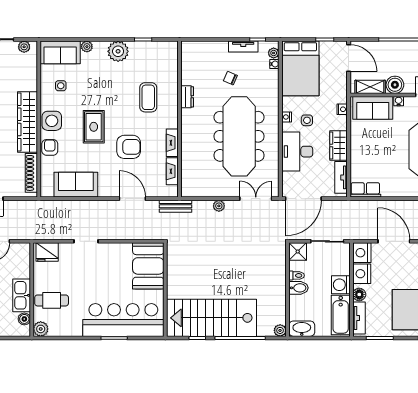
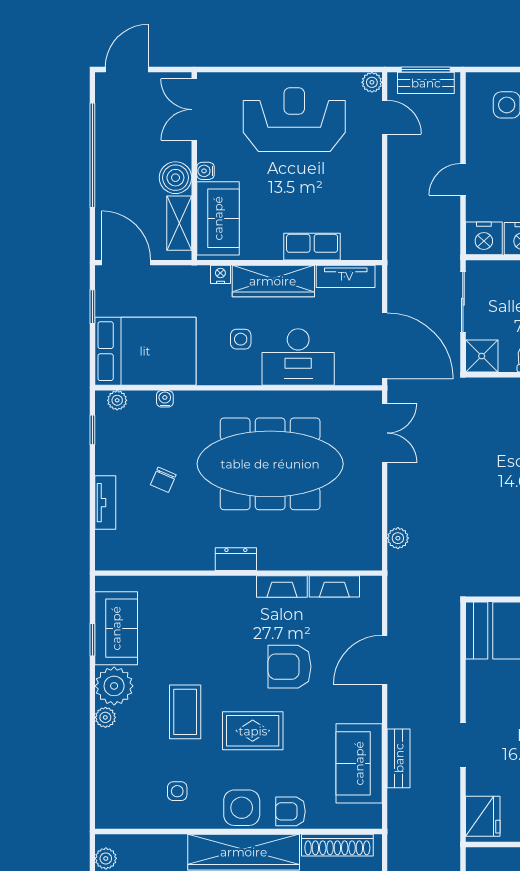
plant: (87, 47) -> (105, 717), moved
tv unit: (243, 47) -> (105, 503), moved
sofa: (60, 52) -> (116, 628), moved
door: (349, 58) -> (126, 263), hinge flipped
water cooler: (274, 64) -> (165, 399), moved
coffee table: (148, 97) -> (185, 712), moved, turned 90
dresser: (187, 97) -> (236, 559), moved
nightstand: (287, 117) -> (235, 376), removed
wardrobe: (339, 145) -> (273, 281), width x1.50
armchair: (129, 147) -> (290, 667), turned -90
row of seats: (365, 190) -> (312, 247), moved, turned 90
double door: (256, 199) -> (385, 433), swing flipped
bench: (176, 206) -> (399, 758), moved
plant: (219, 206) -> (398, 538), moved
door: (394, 241) -> (463, 179), width x0.53

